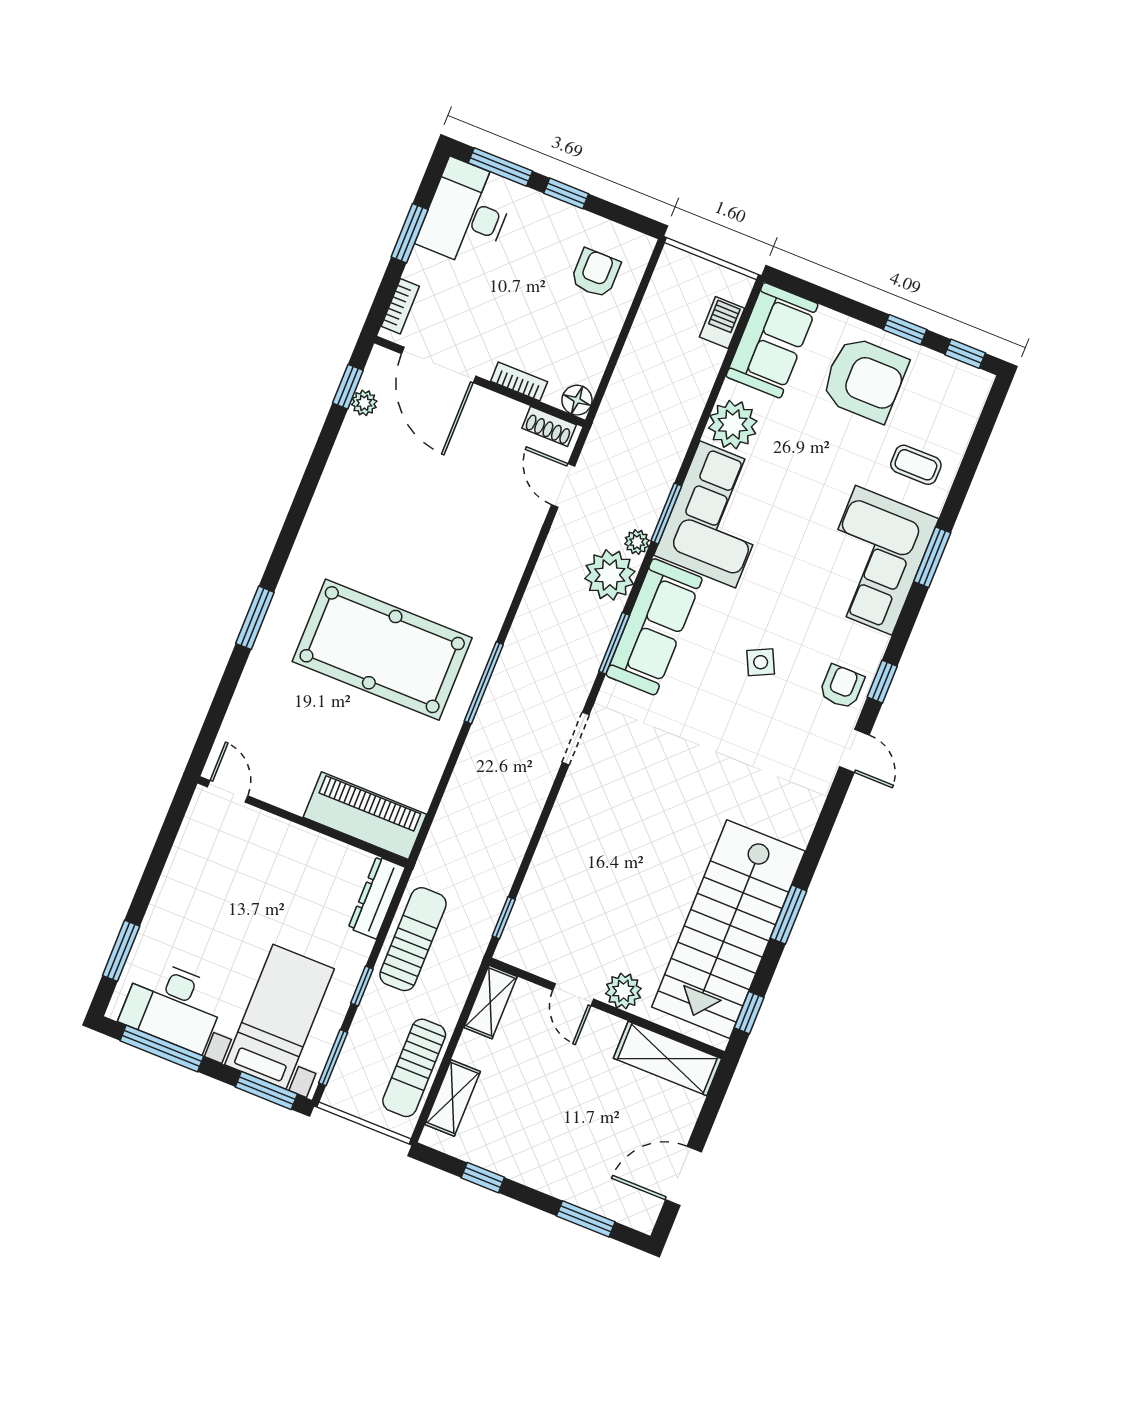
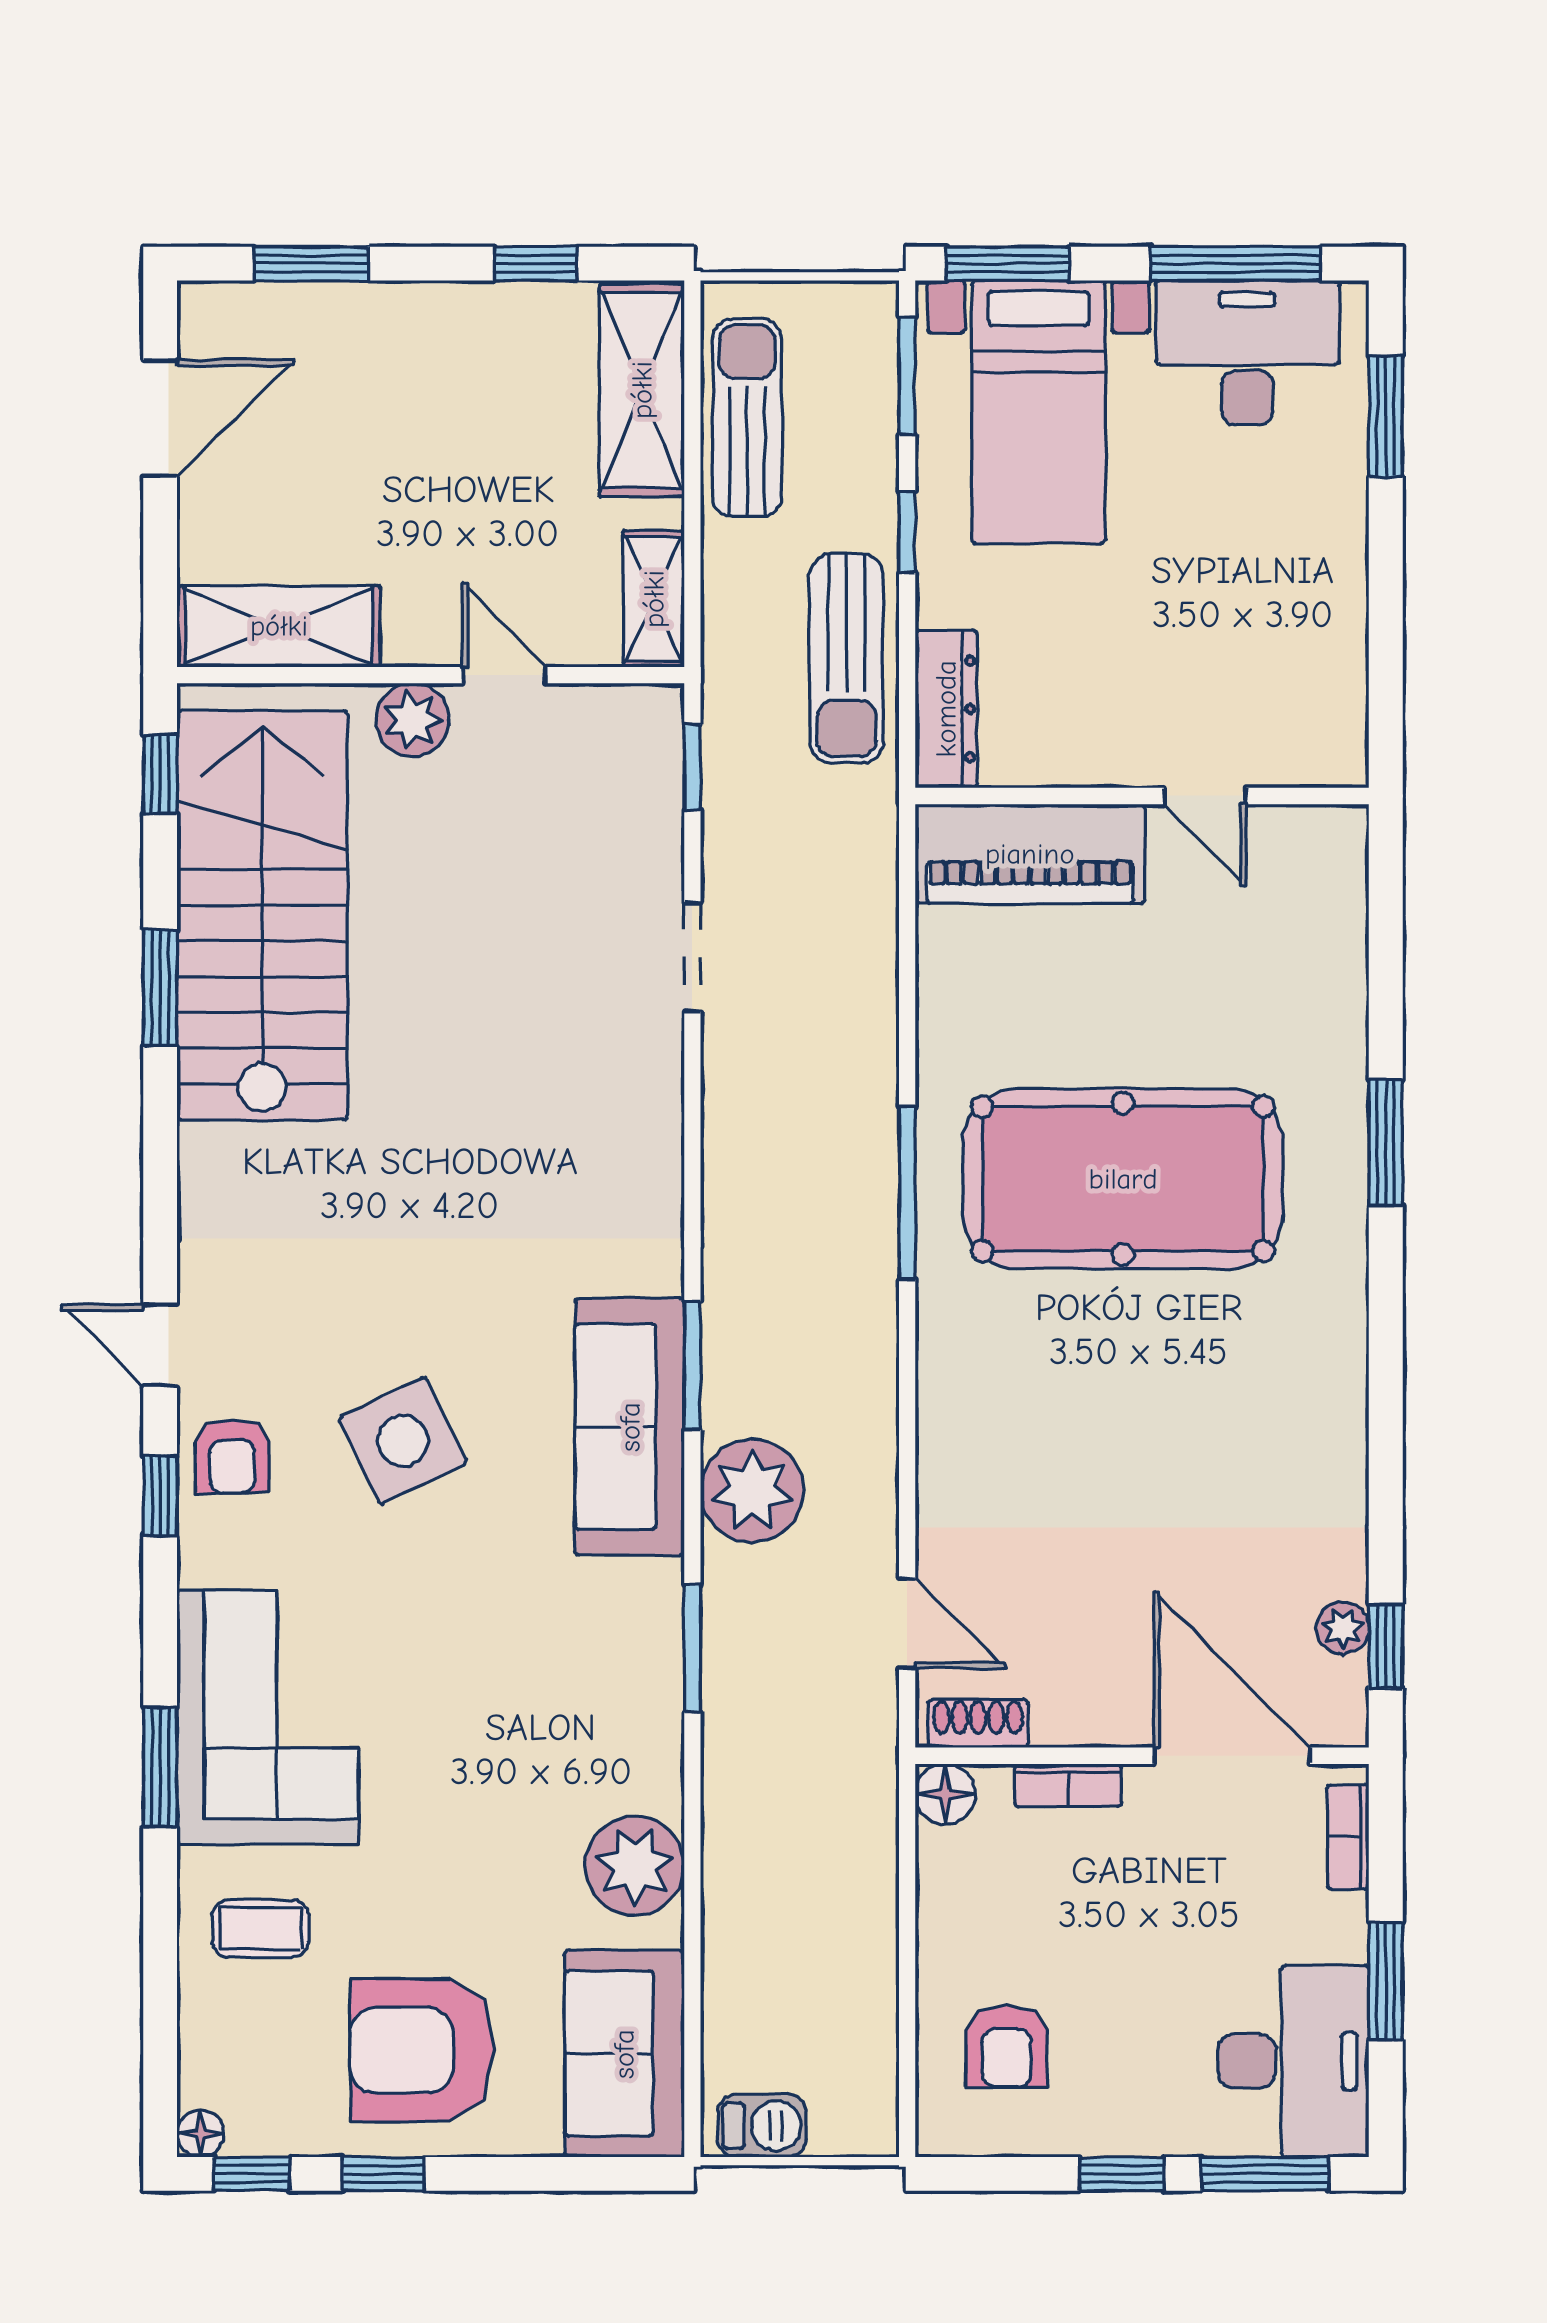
barbecue: (722, 323) -> (762, 2126), moved, turned -90
floor lamp: (981, 382) -> (201, 2134), added
corner sofa: (718, 514) -> (595, 1686), removed
plant: (637, 542) -> (726, 1573), removed
side table: (761, 662) -> (403, 1441), width x1.87, depth x1.87
doorway: (576, 738) -> (692, 957), moved
door: (228, 791) -> (1205, 796), moved
shelving: (453, 1098) -> (642, 390), width x1.50, depth x1.33

